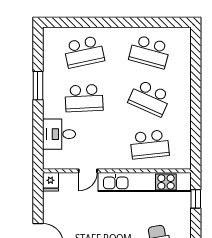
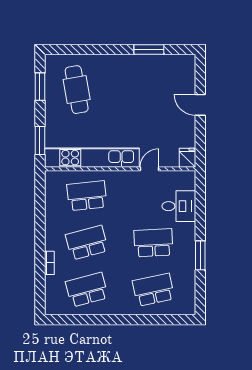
school desk: (150, 52) -> (87, 290), turned -30
bookcase: (186, 78) -> (49, 263), added
school desk: (150, 98) -> (87, 243), turned -39
window: (196, 199) -> (40, 140), width x1.50

